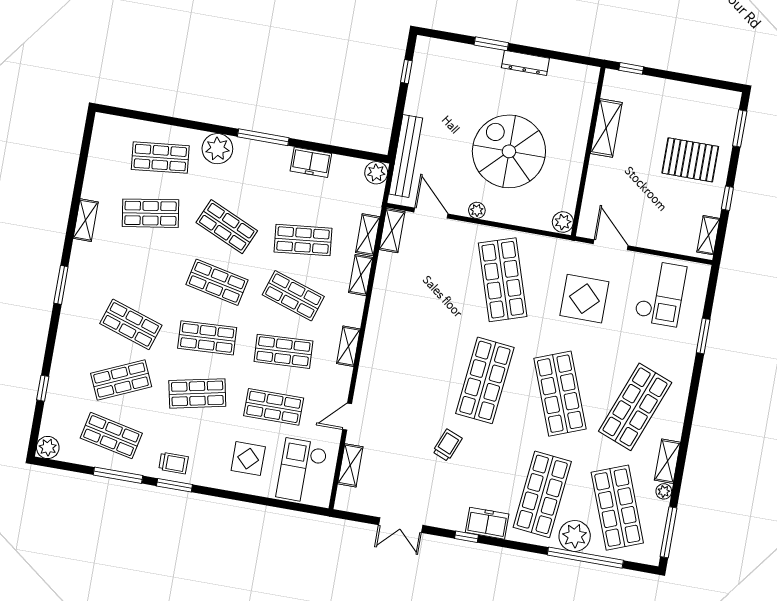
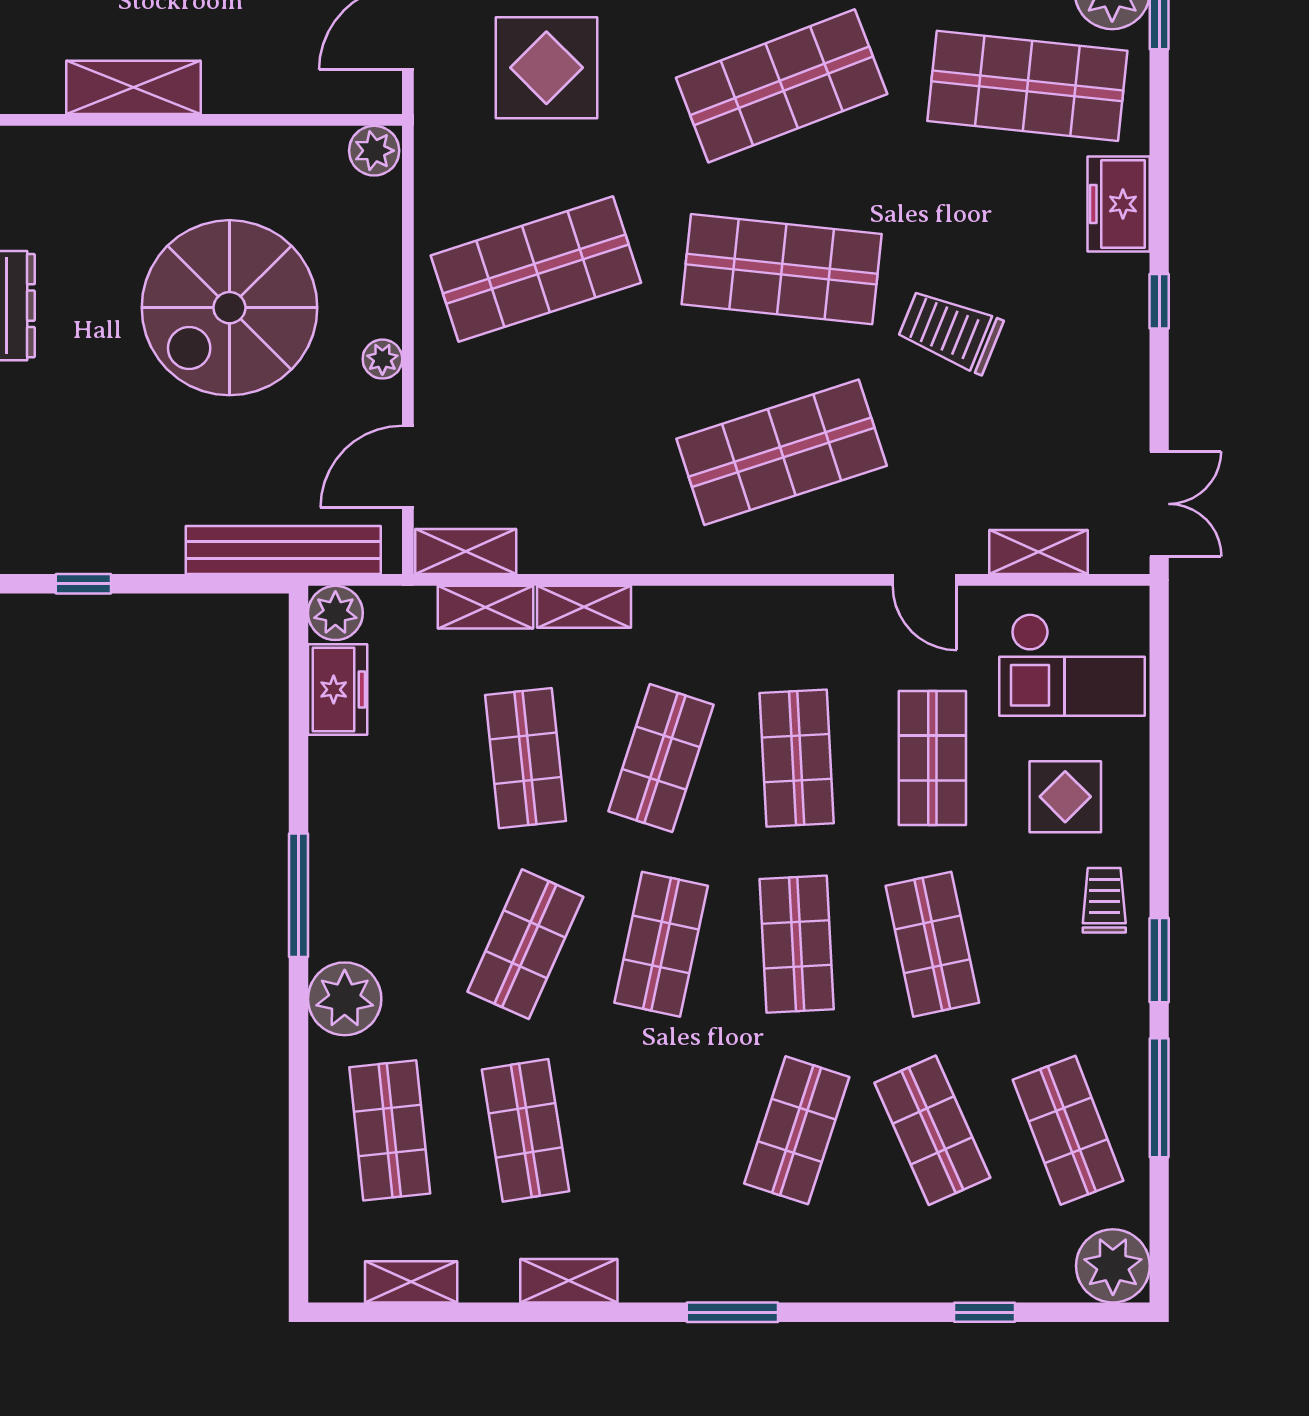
freezer: (311, 162) -> (338, 690), moved
shelving: (348, 346) -> (411, 1282), moved
shop shelf: (410, 367) -> (782, 452), added
shop shelf: (111, 436) -> (1068, 1130), turned -33
trolley: (447, 445) -> (950, 331), width x1.36, depth x1.39
plant: (48, 447) -> (1113, 1266), width x1.36, depth x1.36
trolley: (173, 463) -> (1104, 900), moved
double door: (401, 525) -> (1159, 504), moved
window: (466, 537) -> (1159, 301), moved

